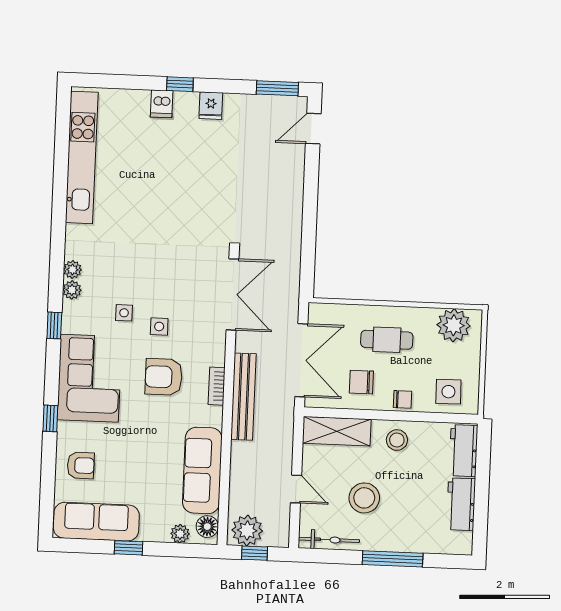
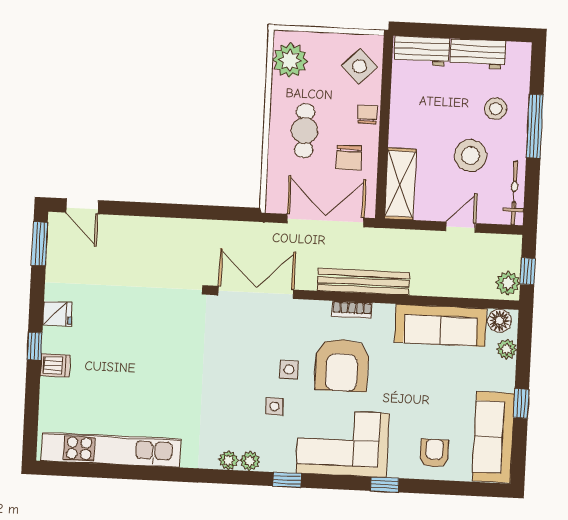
armchair: (164, 377) -> (342, 365), width x1.36, depth x1.36
side table: (448, 392) -> (360, 66), turned 45
stool: (397, 440) -> (496, 109), moved
plant: (247, 530) -> (508, 283), width x0.73, depth x0.73

